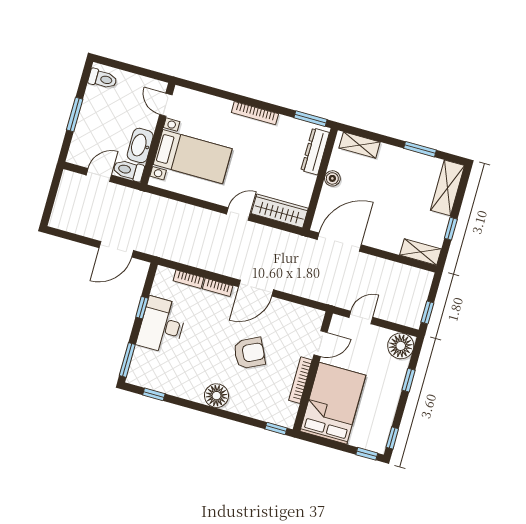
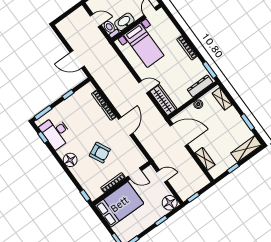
shelving: (420, 252) -> (205, 159), moved
door: (256, 288) -> (126, 126), swing flipped
desk: (162, 325) -> (56, 132), moved, turned -90

